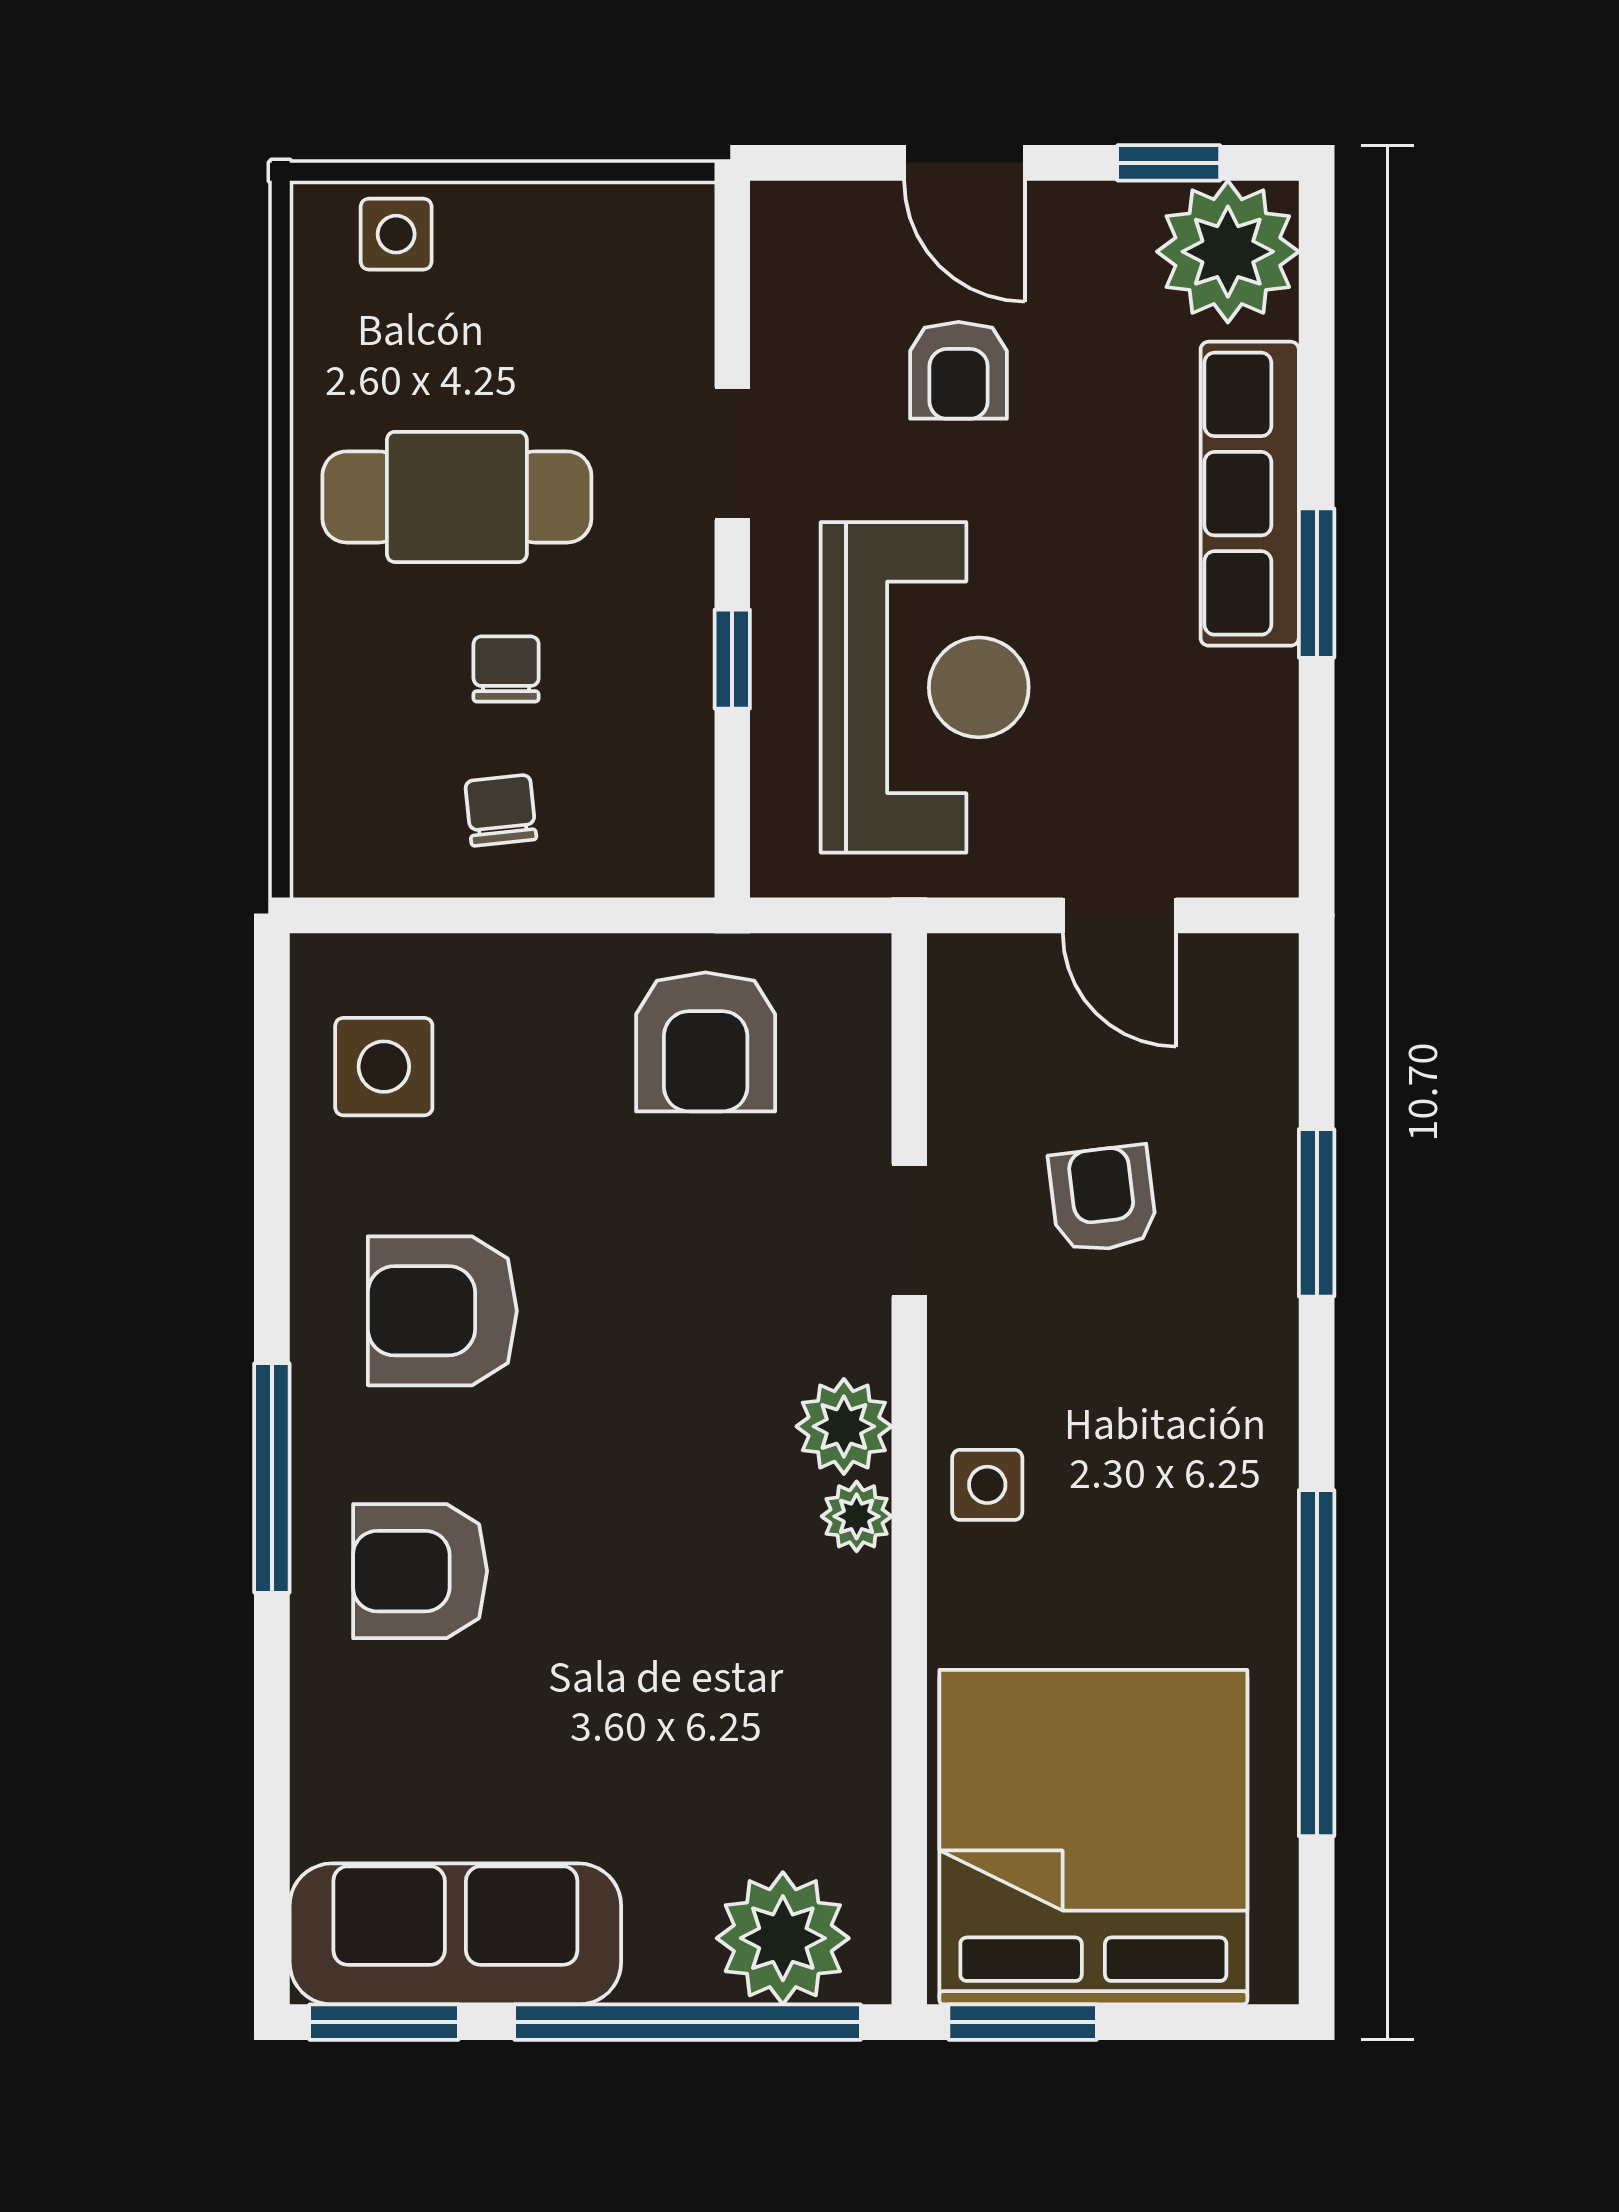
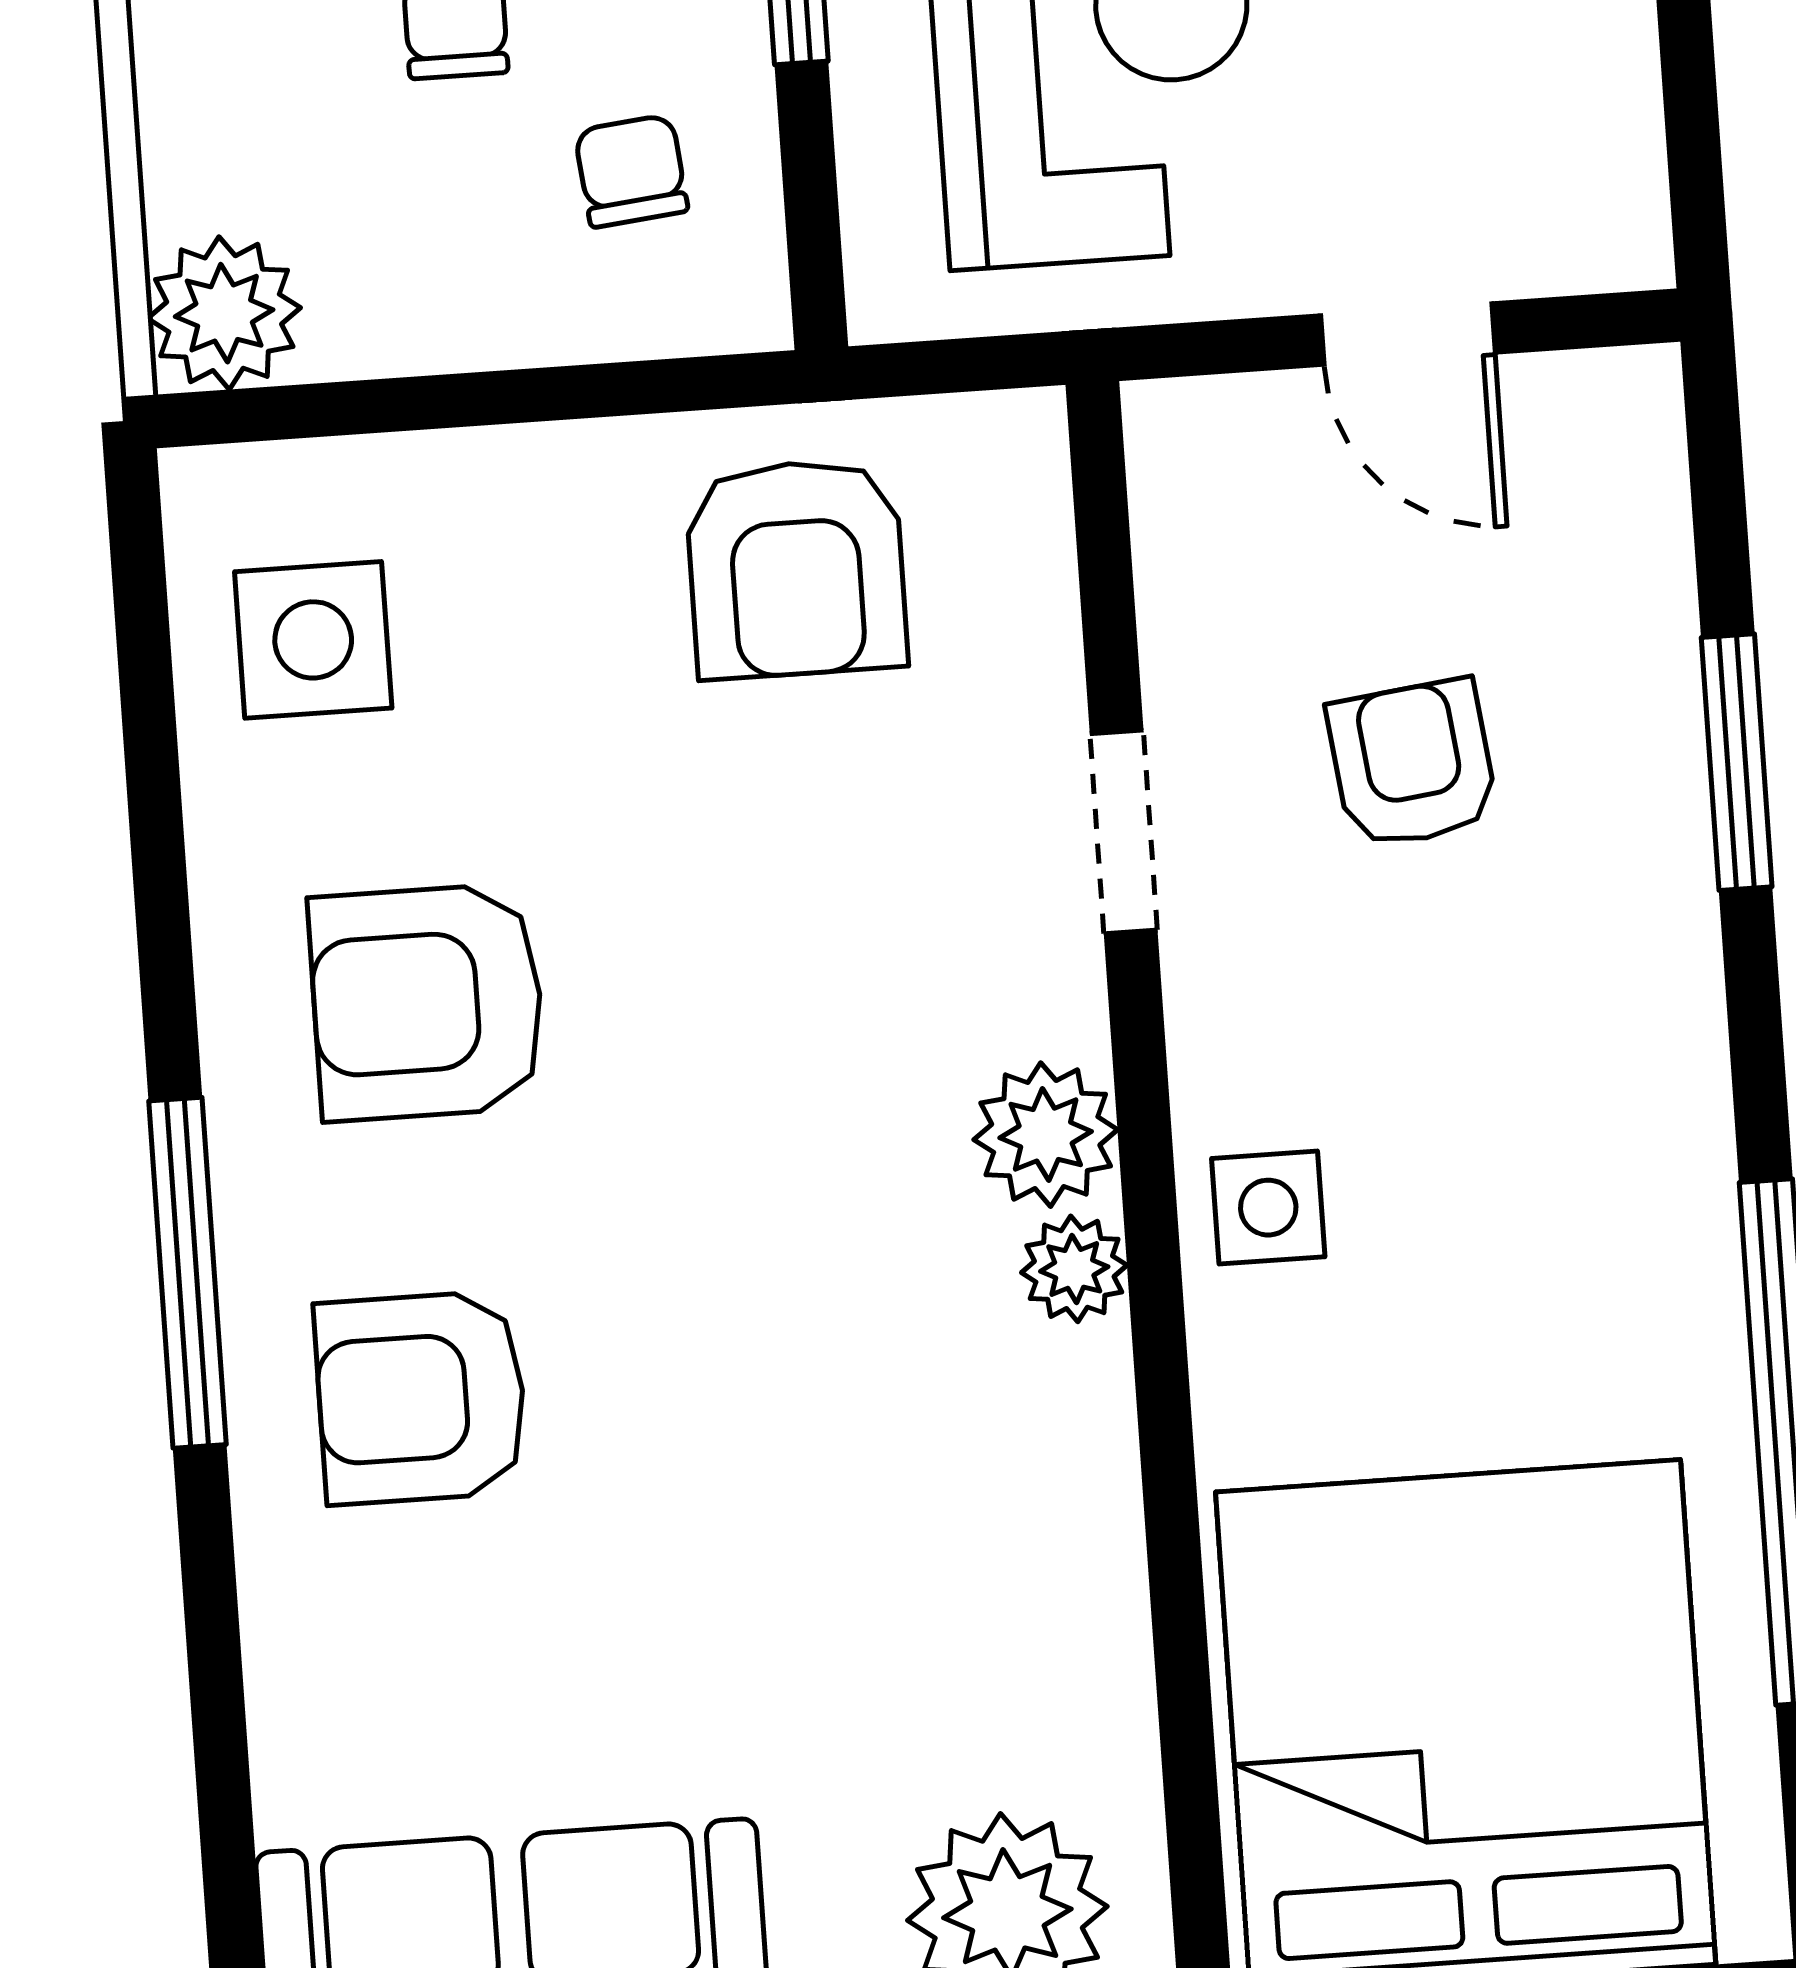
chair: (501, 810) -> (631, 171), moved
plant: (340, 847) -> (224, 313), added

